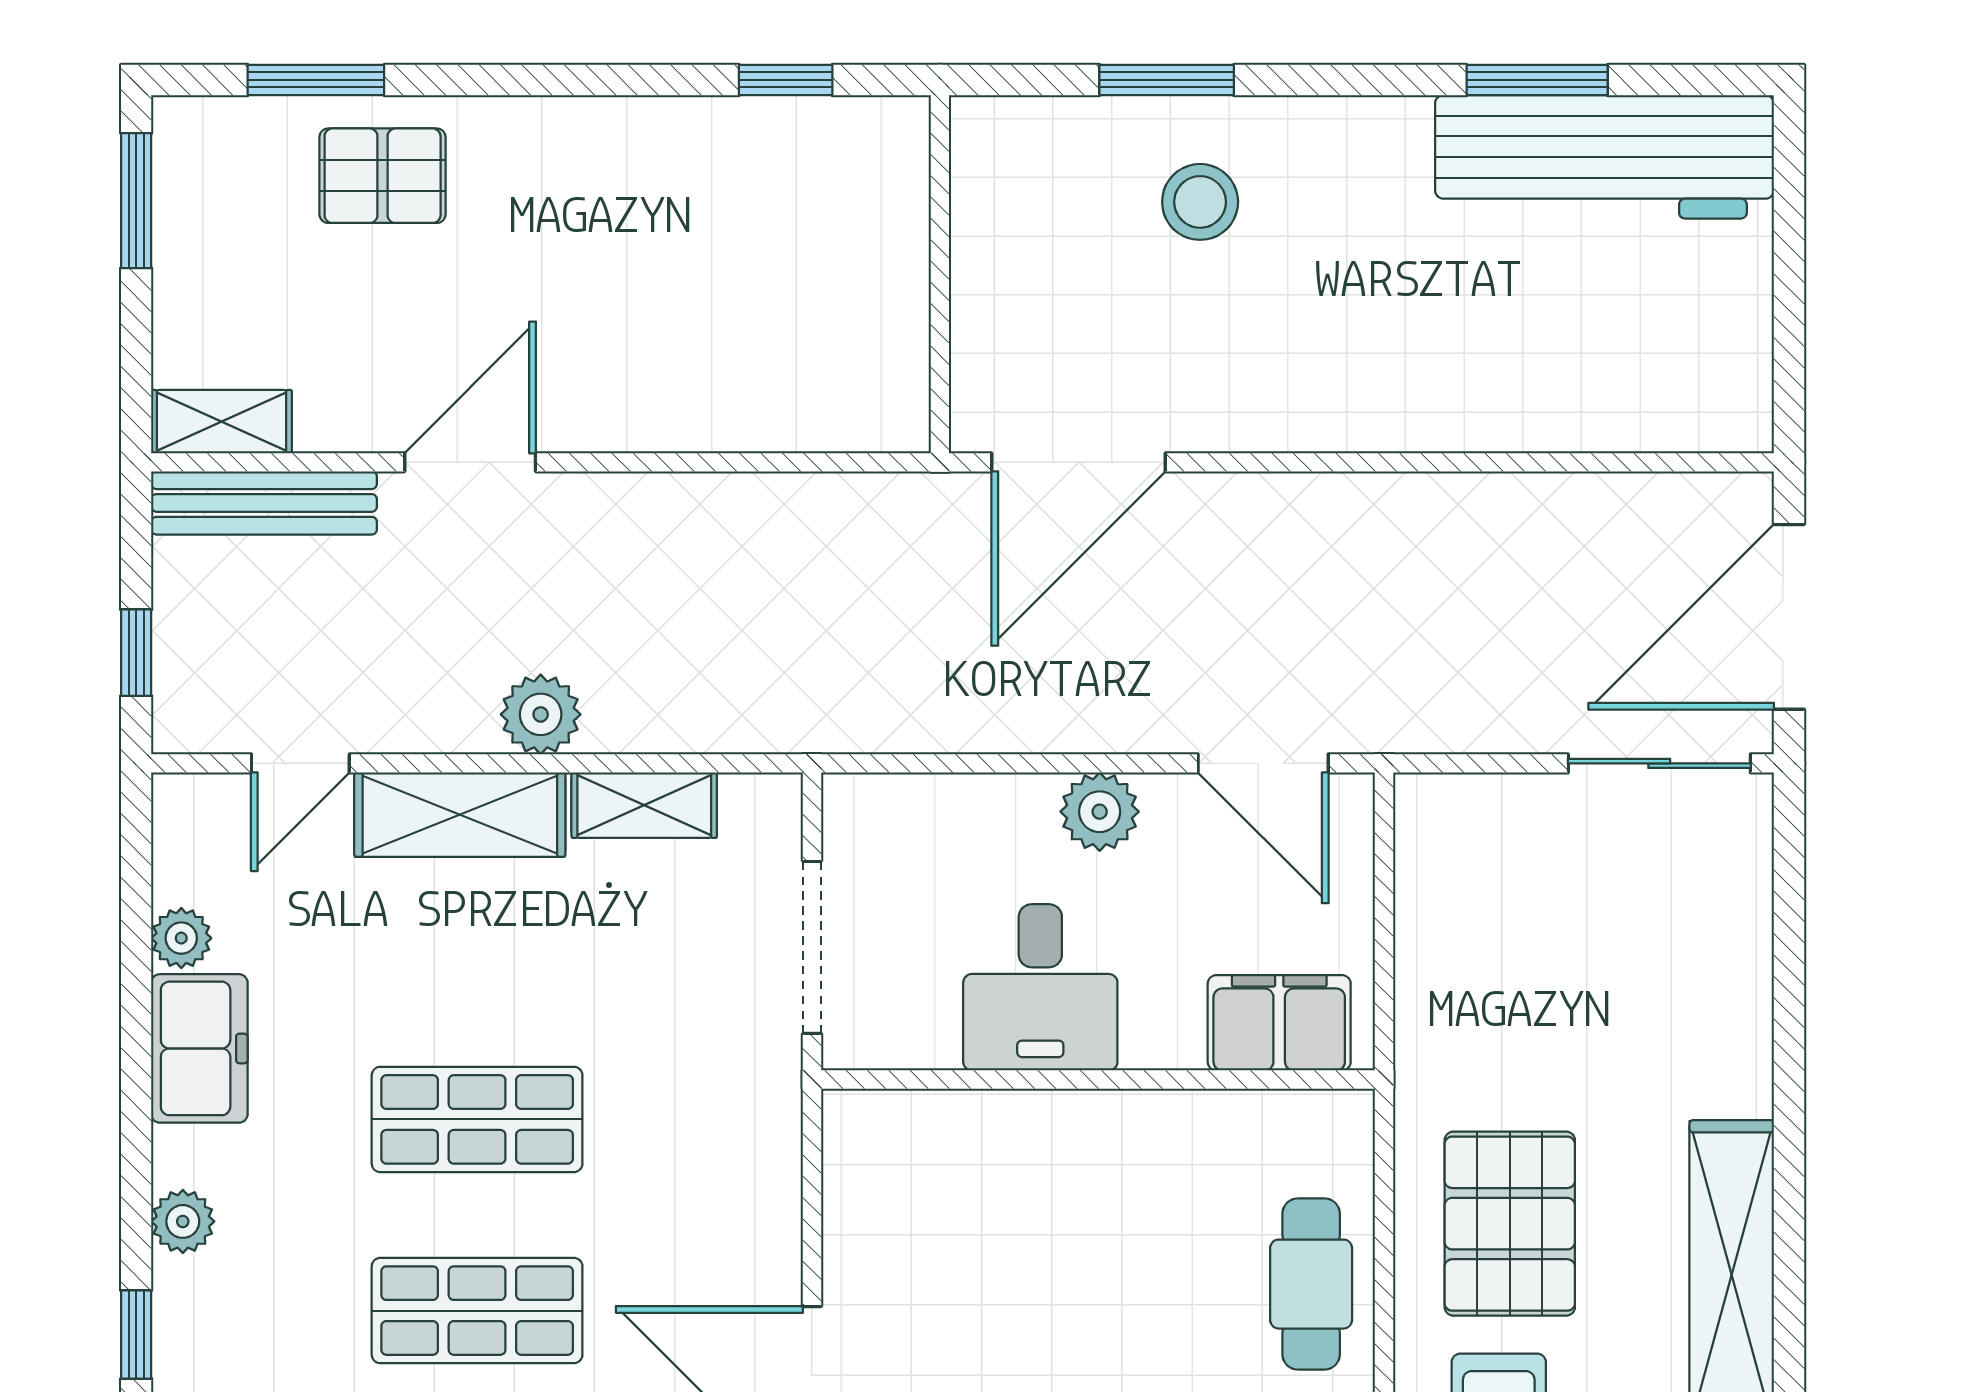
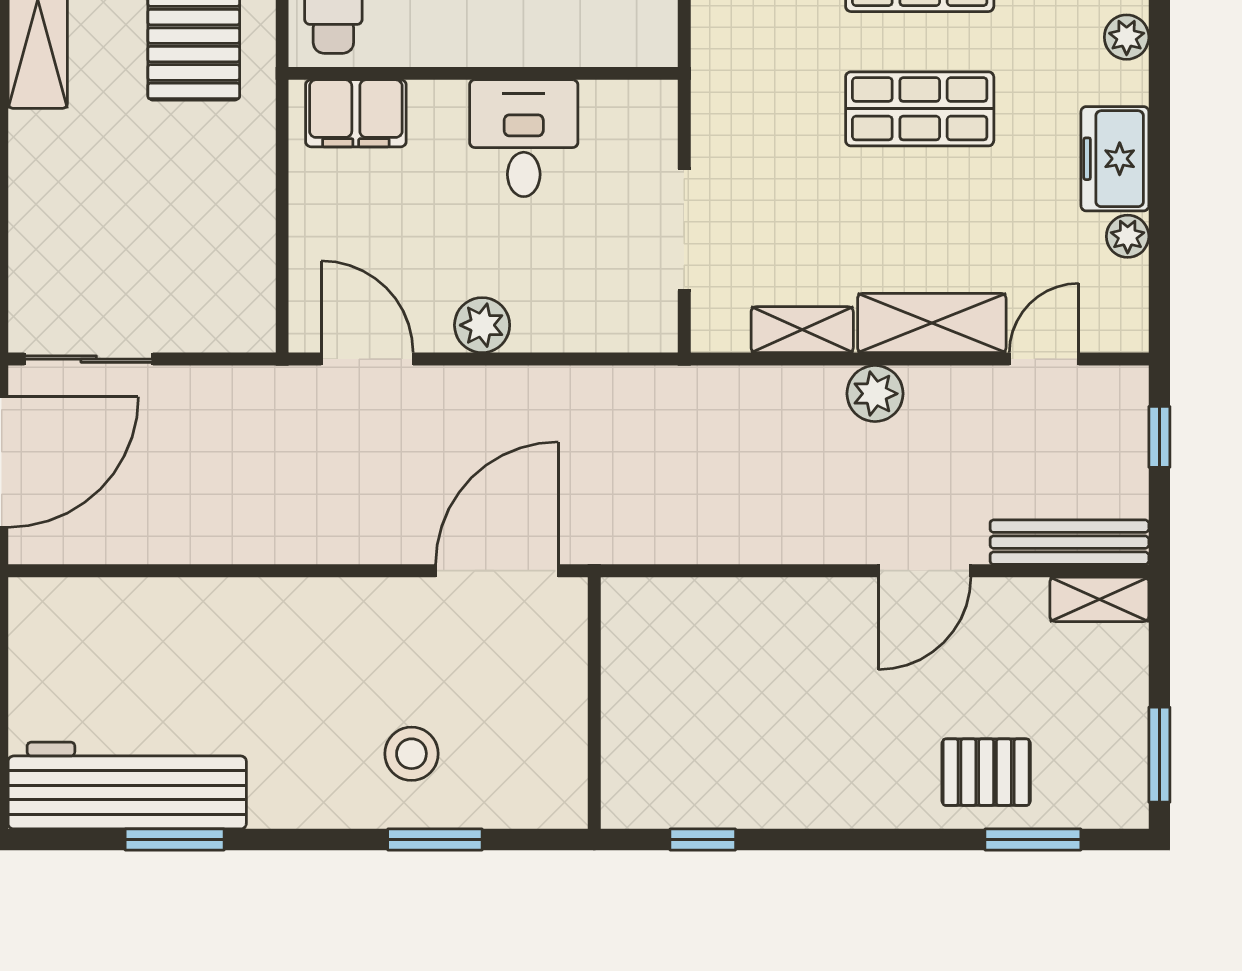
desk: (1040, 987) -> (524, 138), moved
filing cabinet: (1279, 1023) -> (356, 113), moved
wall: (1098, 1079) -> (483, 73), moved

